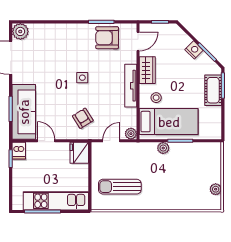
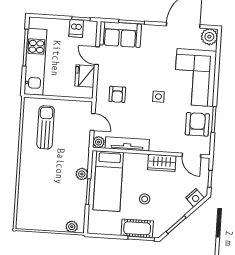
corner sofa: (61, 43) -> (195, 78), added
nightstand: (194, 50) -> (195, 198), moved
tv unit: (131, 86) -> (127, 144), moved
stool: (156, 98) -> (145, 199), moved
sofa: (24, 112) -> (120, 34), width x0.73
armchair: (83, 118) -> (117, 94), turned 122
door: (46, 141) -> (97, 56), swing flipped
dishwasher: (19, 151) -> (76, 28), moved, turned -90
fridge: (79, 153) -> (85, 76), moved, turned -90
plant: (216, 189) -> (72, 227), moved

